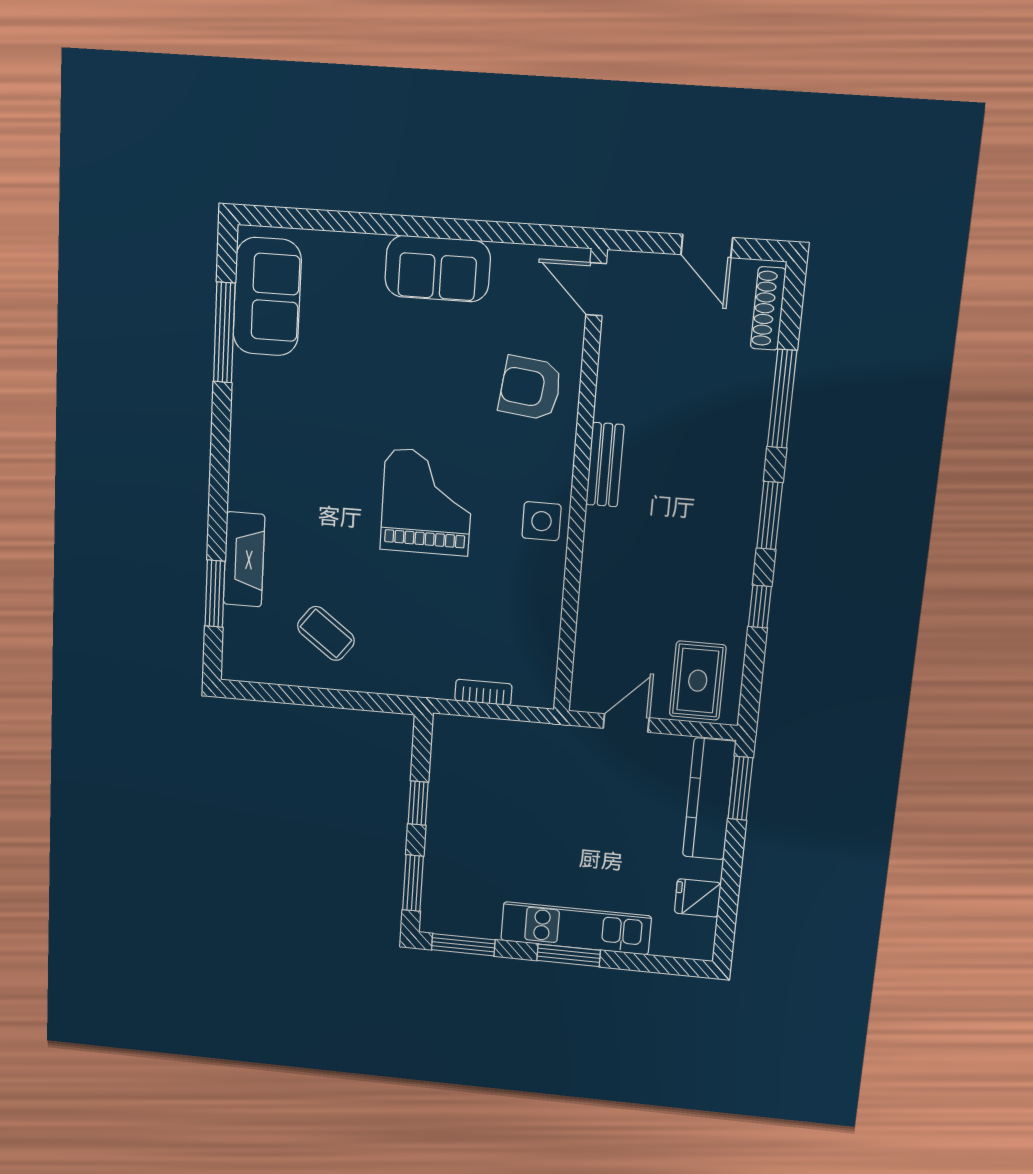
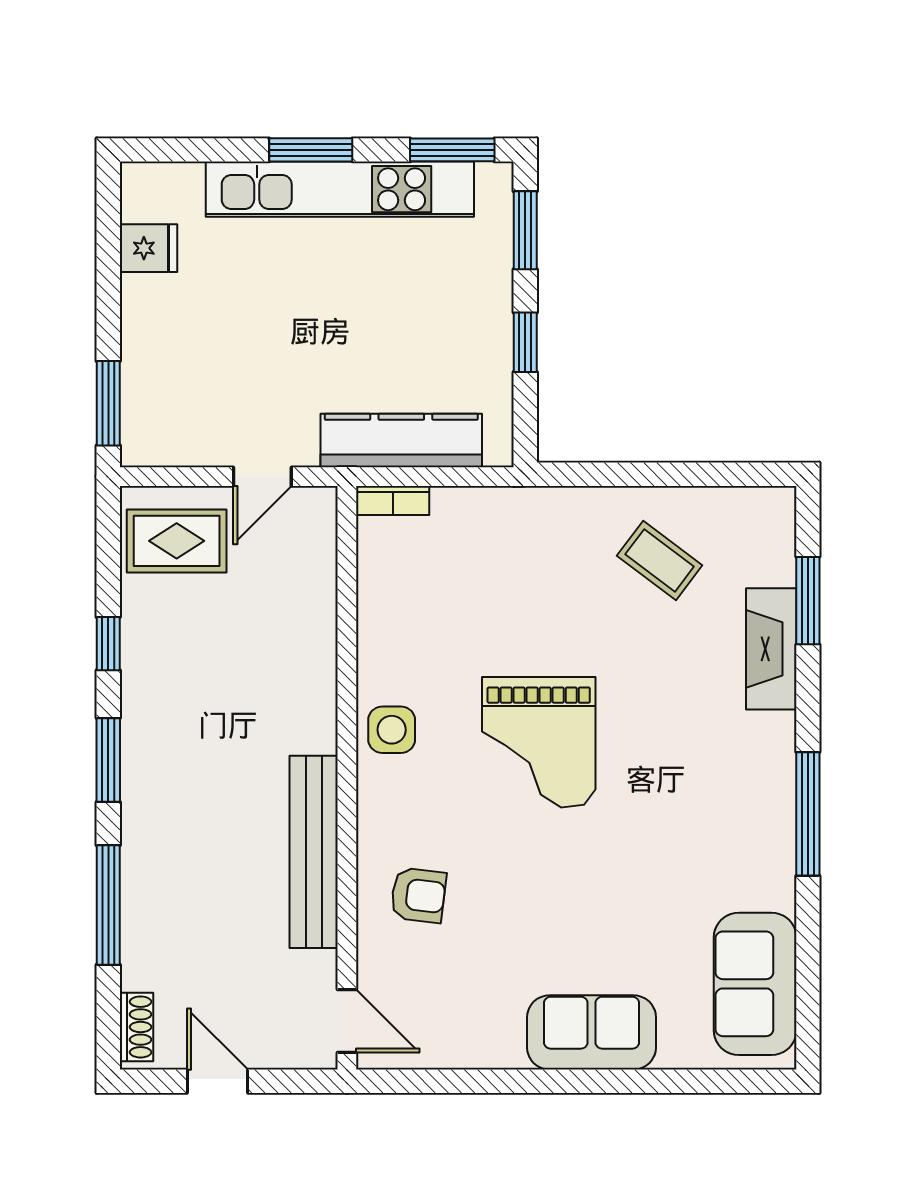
sofa: (438, 269) -> (592, 1032), moved
shoe rack: (768, 308) -> (137, 1027), width x0.70
window: (224, 332) -> (808, 814), moved
armchair: (530, 388) -> (418, 895), width x0.72, depth x0.72
bench: (605, 465) -> (314, 852), width x1.86, depth x1.21
rug: (698, 681) -> (177, 541), turned 90
bookcase: (483, 692) -> (393, 500), moved
kitchen counter: (709, 799) -> (401, 440), moved, turned -90
kitchen unit: (576, 928) -> (340, 189), width x1.36

